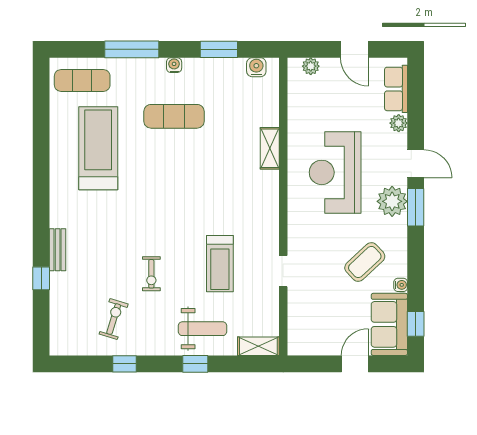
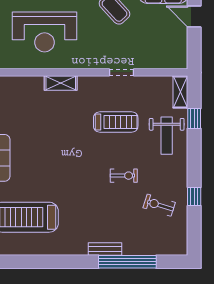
shelving: (270, 148) -> (61, 83), moved
window: (41, 278) -> (127, 262), width x3.17
weight bench: (203, 329) -> (167, 136), turned 180
window: (195, 364) -> (194, 119), moved

